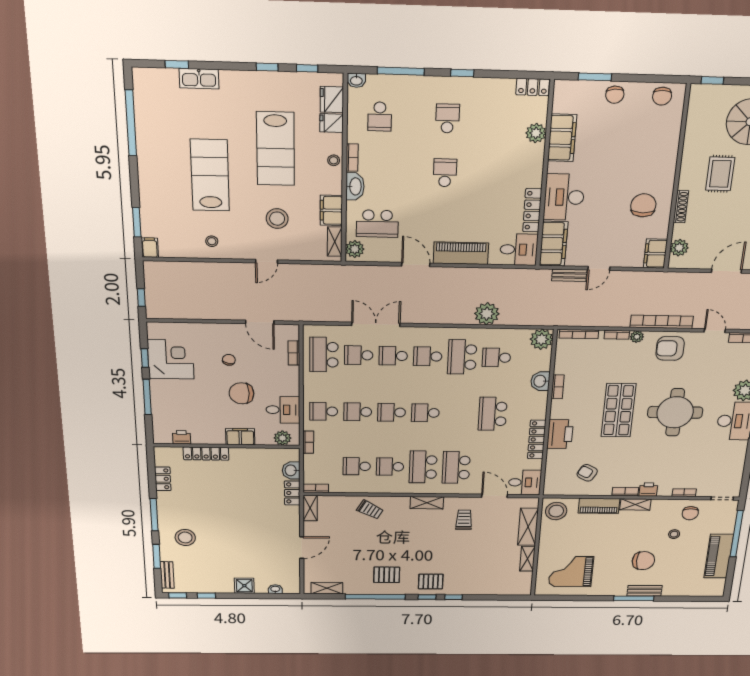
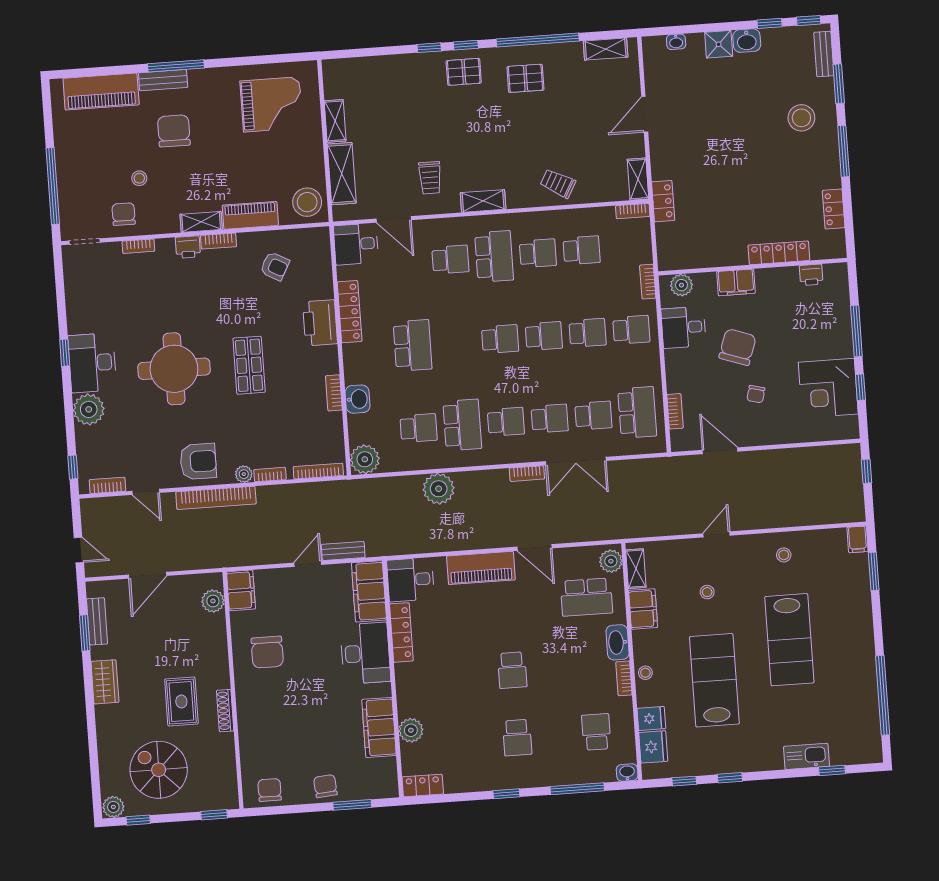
shoe rack: (681, 207) -> (225, 711), moved
stool: (277, 219) -> (707, 592), width x0.53, depth x0.53
school desk: (377, 224) -> (587, 597), turned 180
bookcase: (416, 319) -> (527, 474), added
chair: (242, 393) -> (738, 347), turned -71
shop shelf: (618, 410) -> (249, 365), width x0.70, depth x0.74
school desk: (456, 467) -> (450, 260), width x0.54
washbasin: (291, 470) -> (747, 41), moved, turned 90
piano: (719, 556) -> (101, 92), moved, turned 90
chair: (643, 561) -> (174, 131), turned 90

